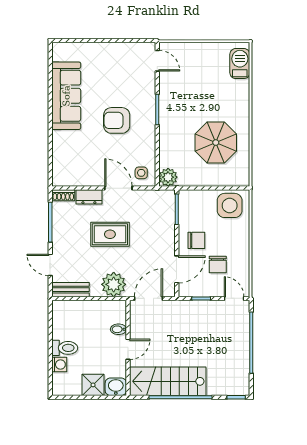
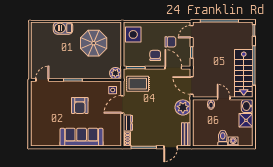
barbecue: (240, 64) -> (63, 28), moved
sofa: (66, 96) -> (82, 137), moved
rug: (110, 234) -> (138, 84), moved, turned 90

